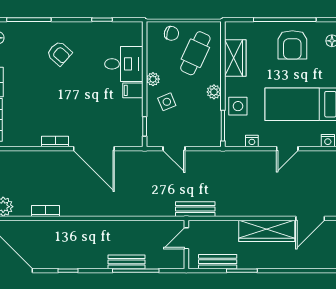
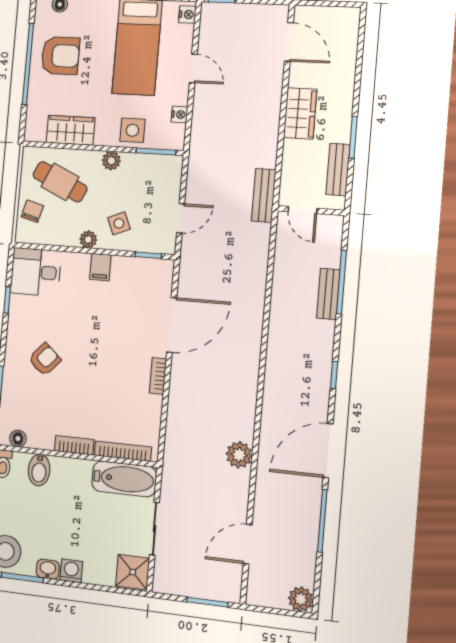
desk: (124, 64) -> (36, 272), moved, turned -90
bookcase: (45, 211) -> (250, 398), removed
wardrobe: (267, 231) -> (300, 113), width x0.67

